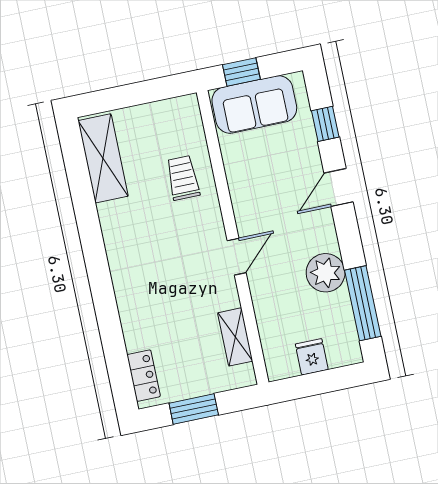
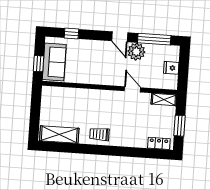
trolley: (183, 178) -> (99, 134), moved
door: (339, 187) -> (120, 37), moved
door: (237, 257) -> (132, 89), moved
shelving: (235, 337) -> (164, 100), moved

